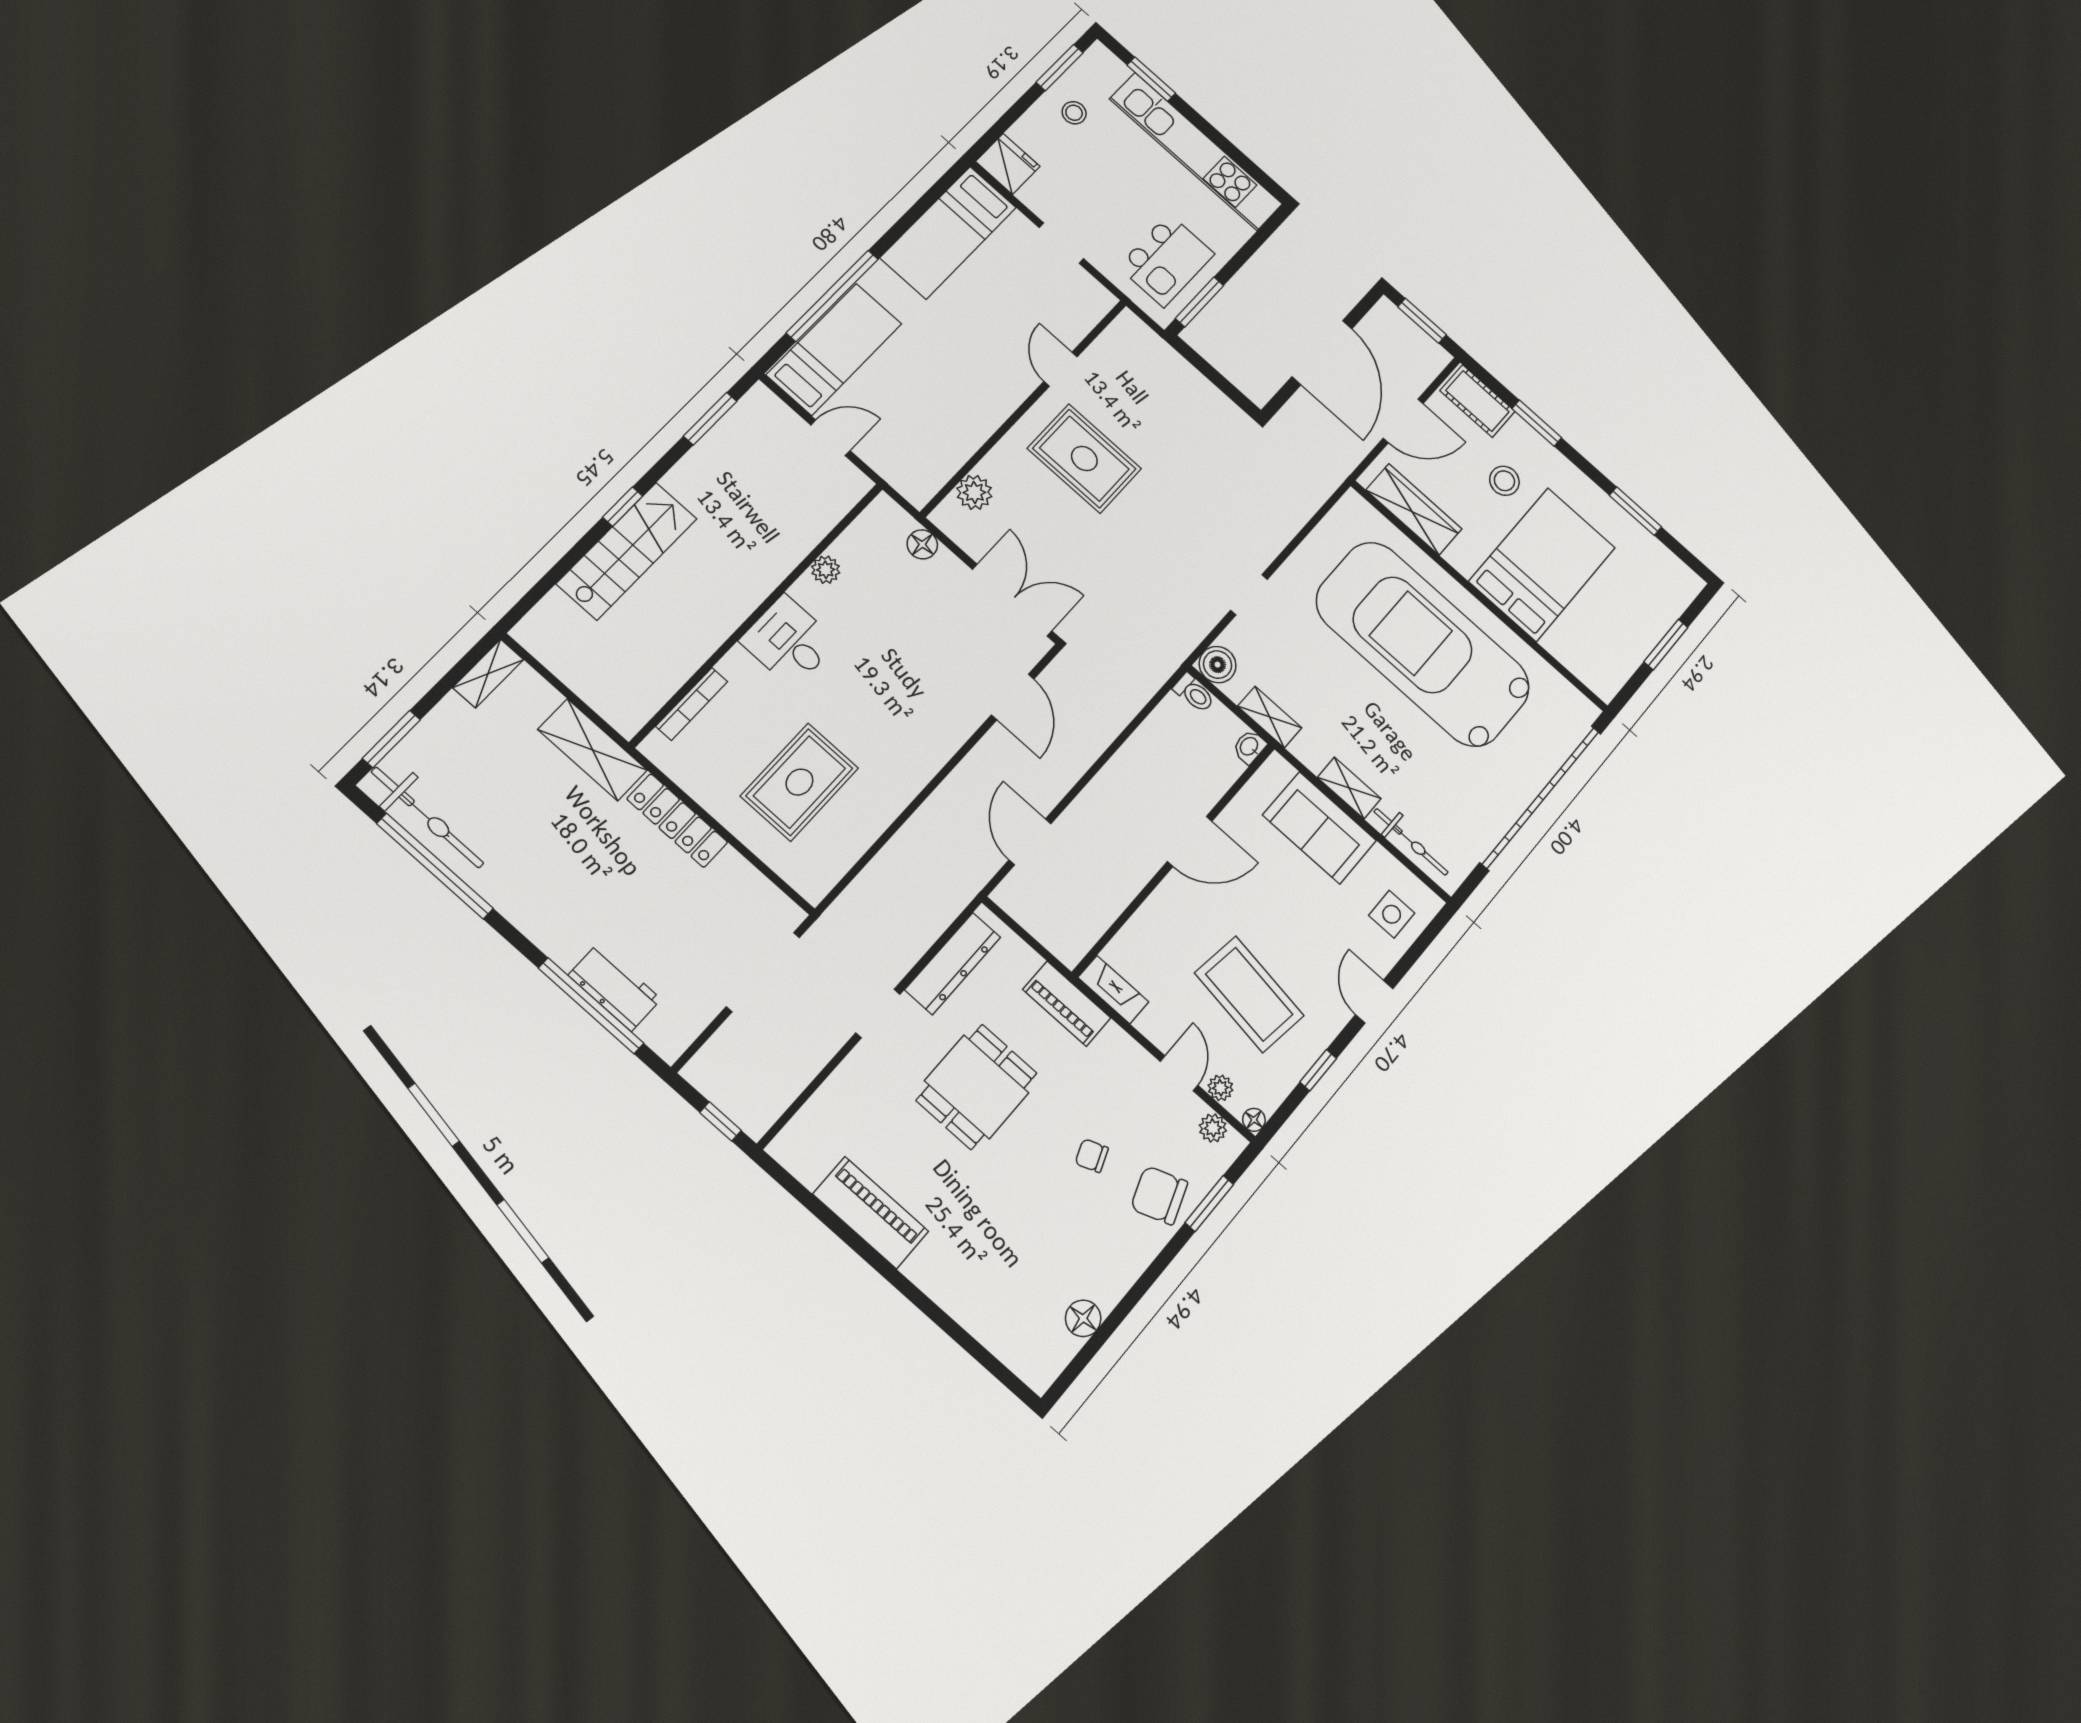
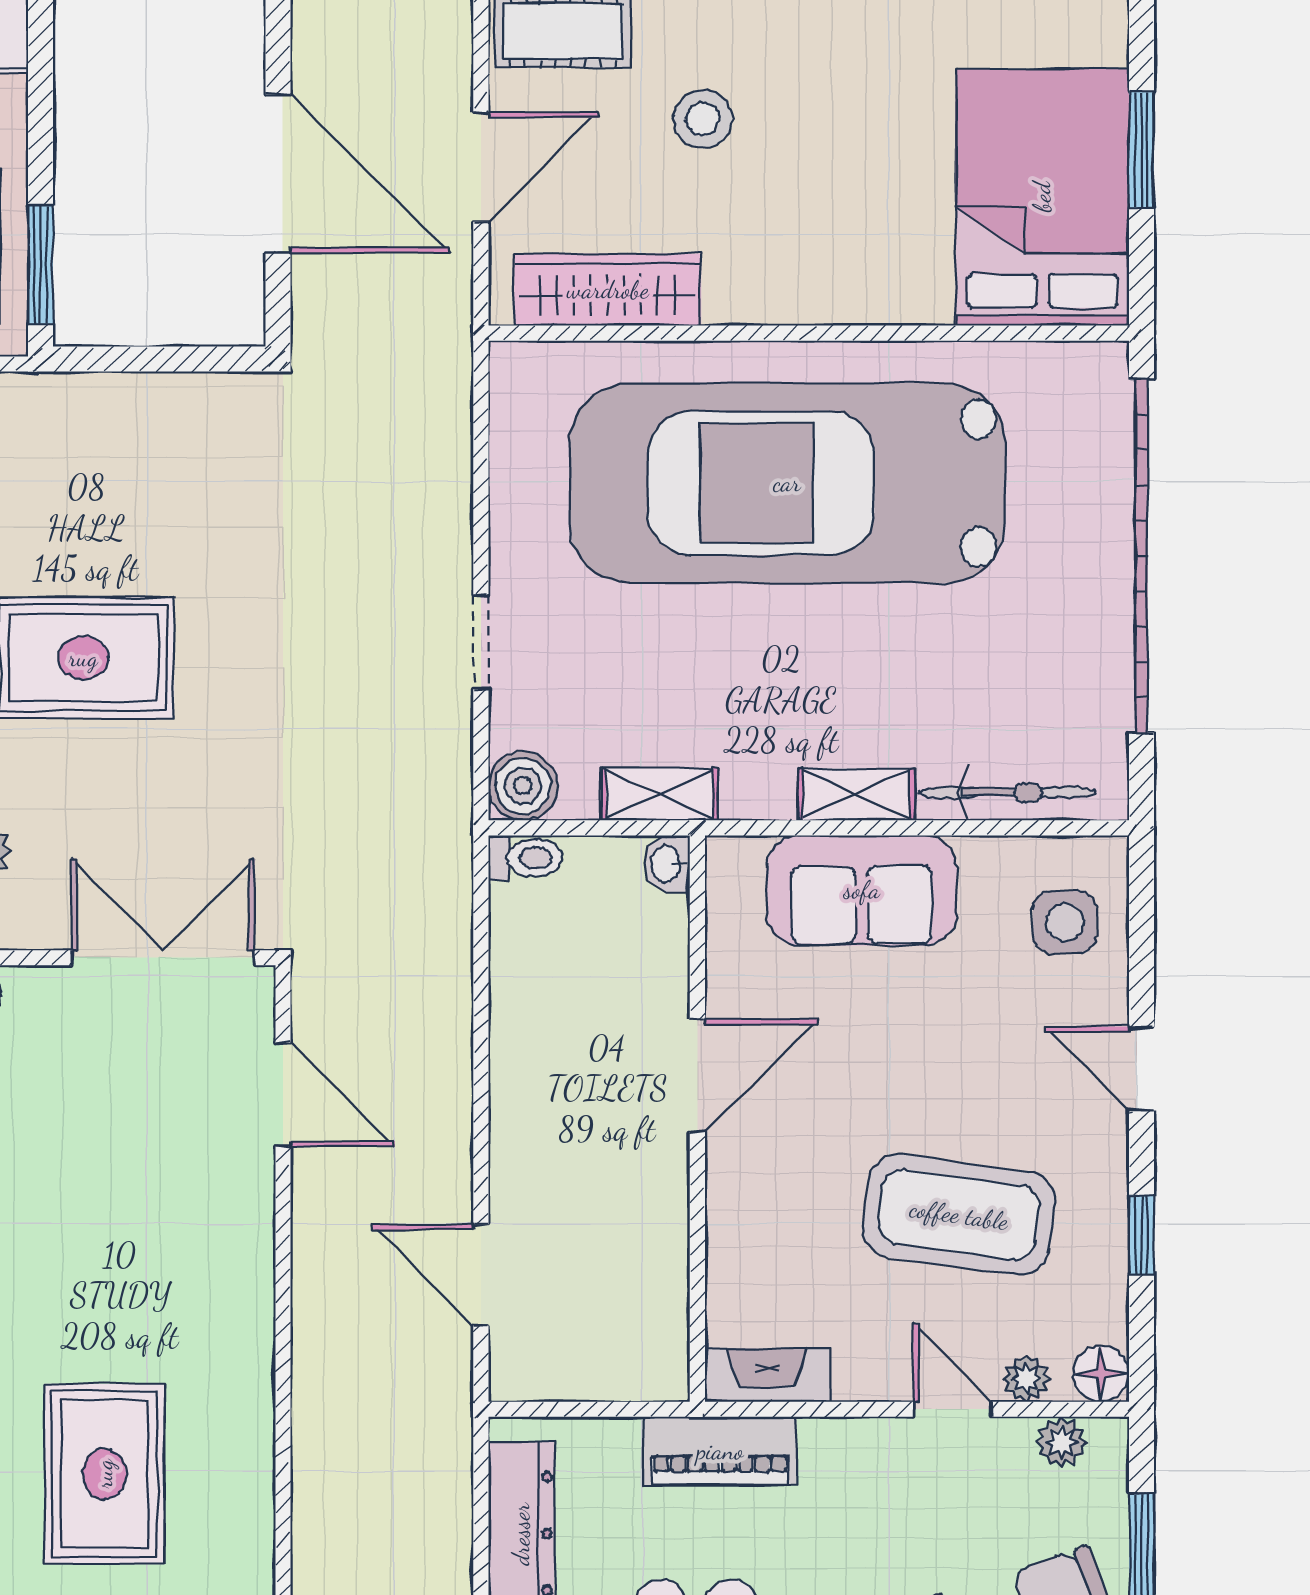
bed: (1542, 564) -> (1042, 197), moved
floor lamp: (1254, 1120) -> (1101, 1374), width x1.37, depth x1.37

